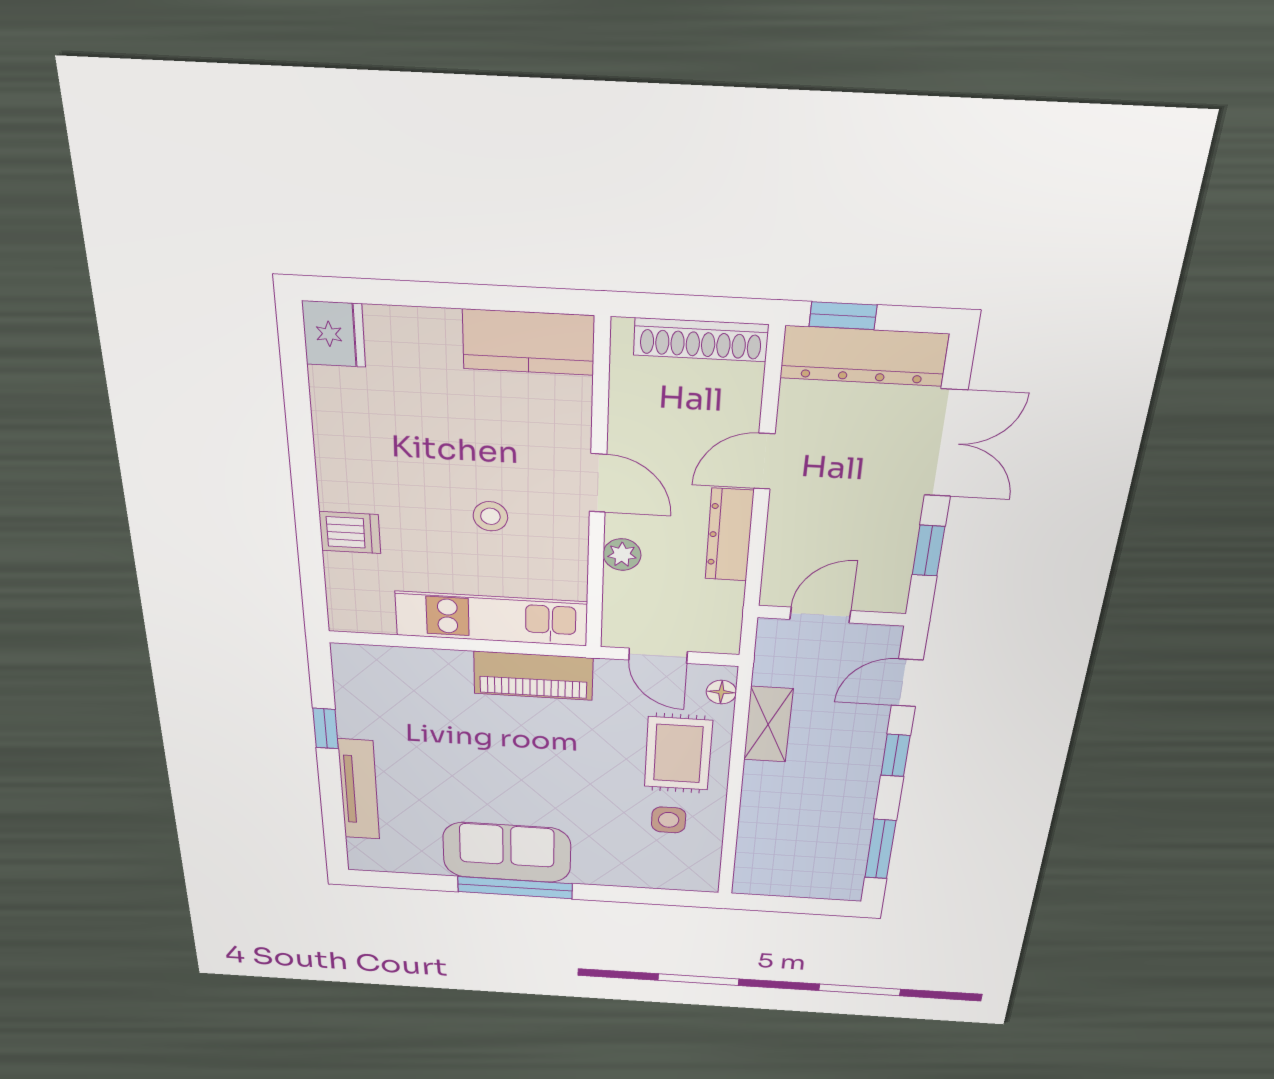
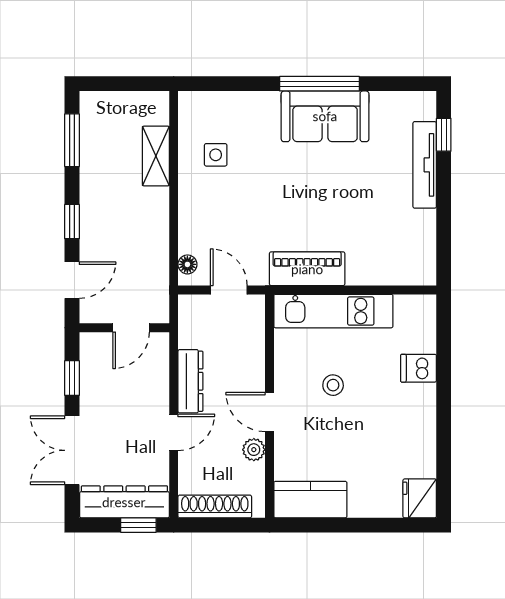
plant: (622, 555) -> (254, 450), moved
shelving: (768, 724) -> (156, 156), moved
window: (326, 729) -> (444, 135), moved
rug: (678, 754) -> (212, 212), removed

